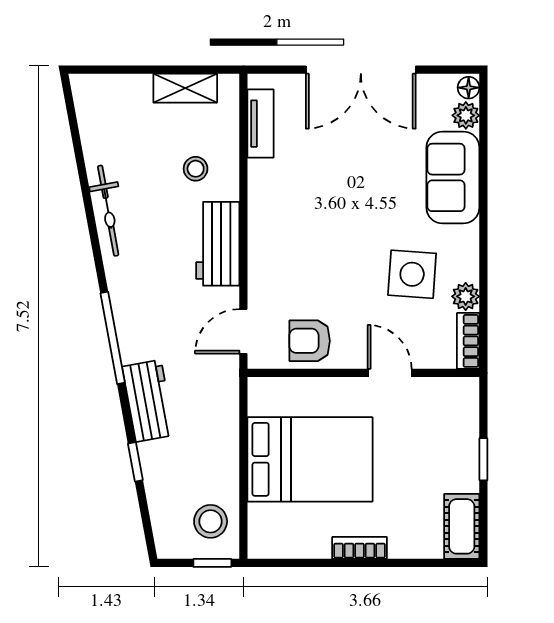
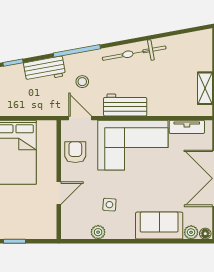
stool: (196, 169) -> (82, 82), moved
bicycle: (108, 211) -> (134, 53), width x1.37, depth x1.40
corner sofa: (296, 229) -> (133, 145), added
side table: (412, 274) -> (109, 205), width x0.54, depth x0.54
bookcase: (468, 341) -> (75, 233), removed

